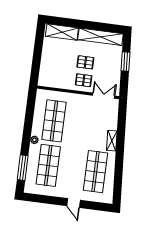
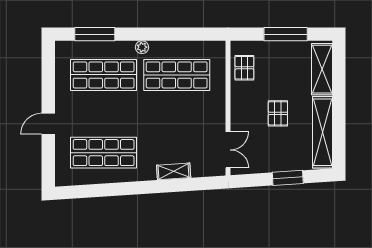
window: (38, 51) -> (286, 34), added
pallet: (84, 80) -> (244, 68), moved
shelving: (112, 141) -> (174, 171), moved

